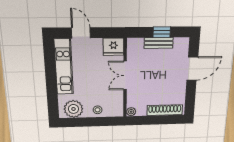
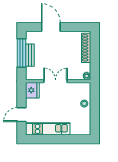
window: (162, 32) -> (21, 53), width x2.17
double door: (125, 75) -> (56, 81), swing flipped
plant: (73, 109) -> (83, 123), removed

